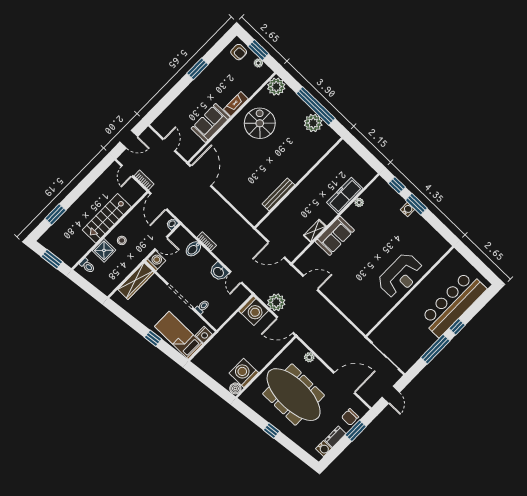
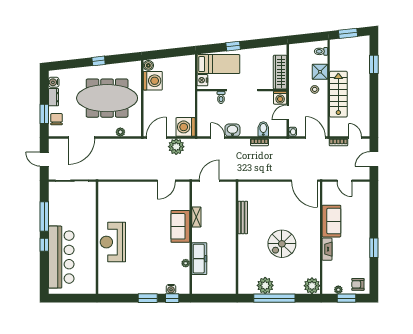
spiral stairs: (260, 123) -> (282, 244), moved, turned 90
water cooler: (408, 210) -> (171, 289), moved

